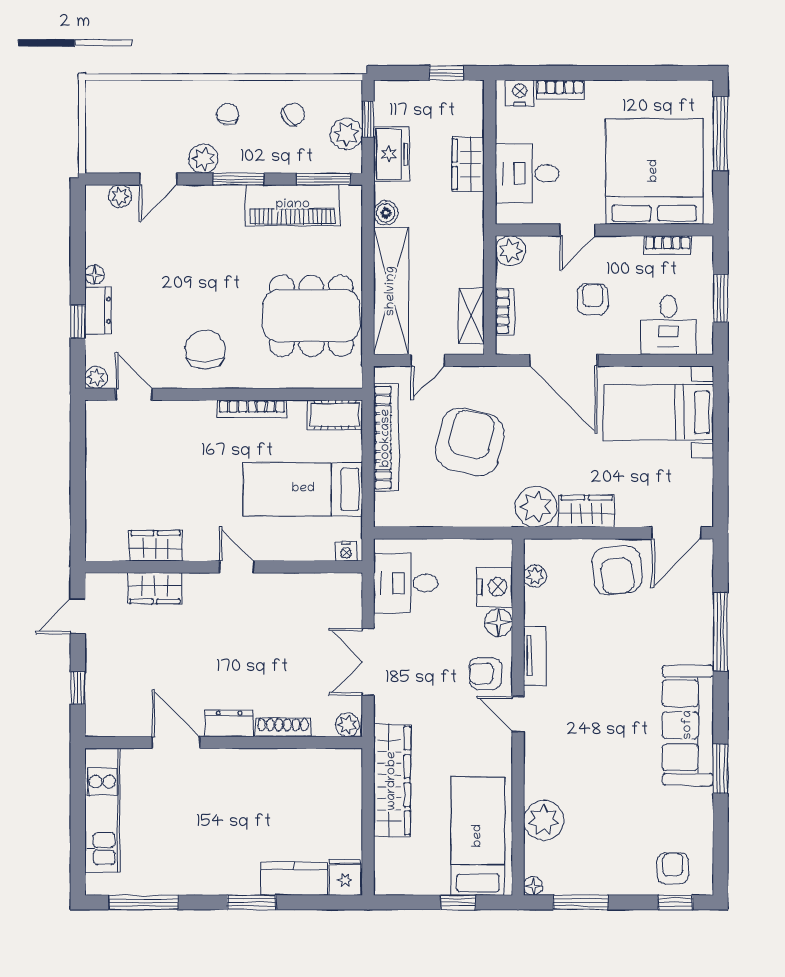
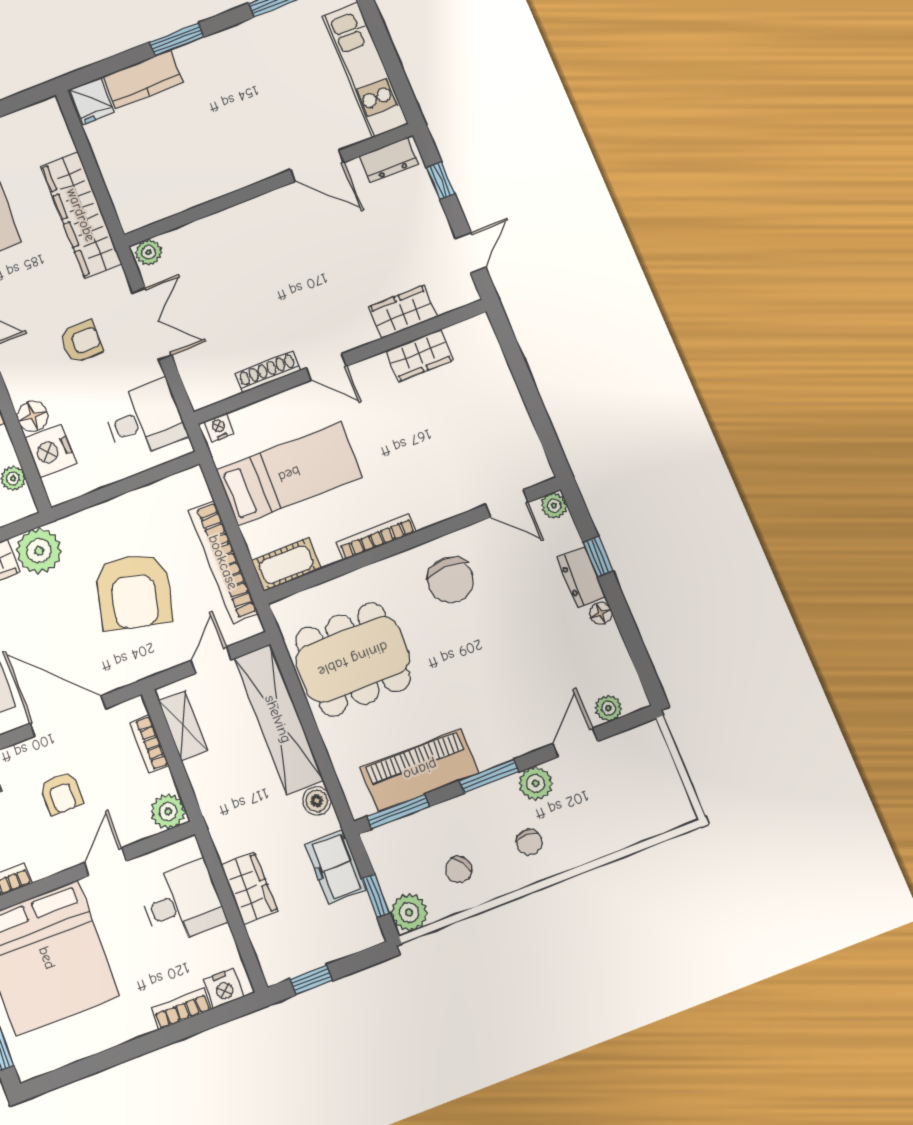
plant: (346, 134) -> (409, 912), moved
armchair: (485, 673) -> (81, 342), moved
dresser: (229, 723) -> (389, 160), moved
shoe rack: (283, 727) -> (268, 372), moved, turned 180

